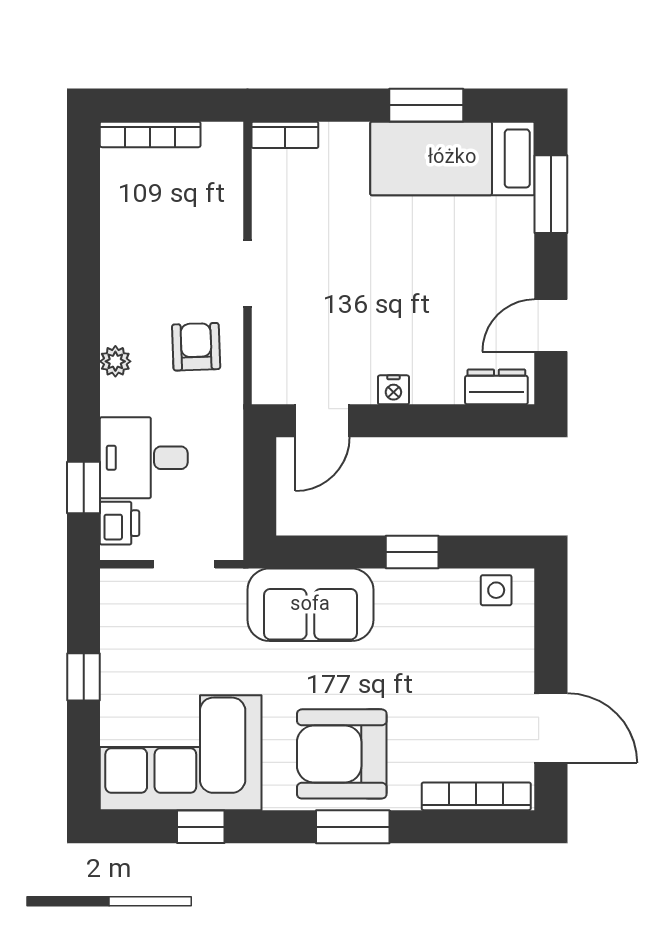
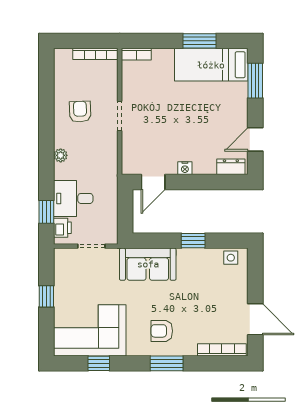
bookcase: (150, 134) -> (95, 54), moved
armchair: (196, 347) -> (80, 112), moved
armchair: (342, 754) -> (162, 331), width x0.53, depth x0.53

